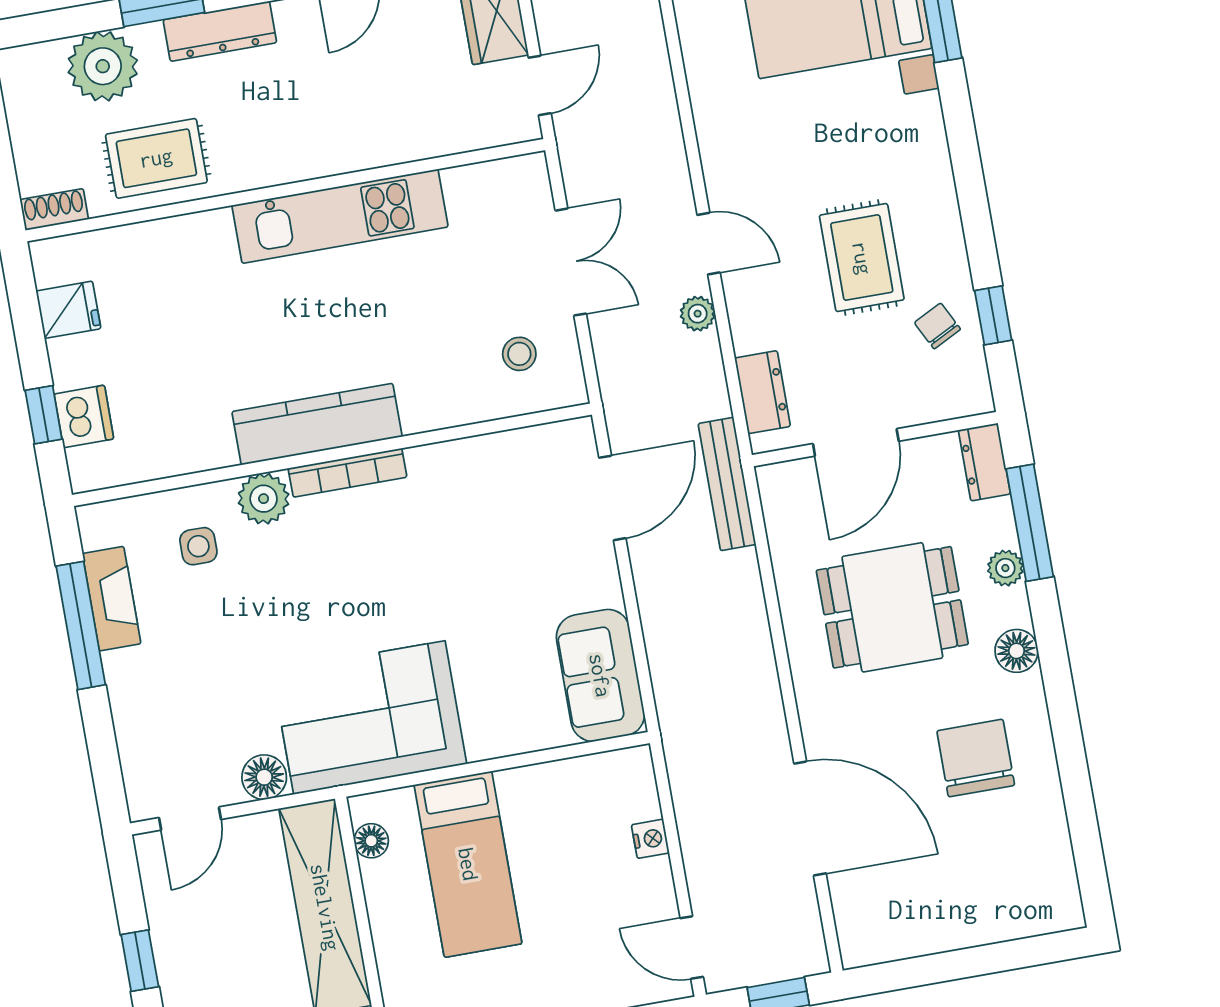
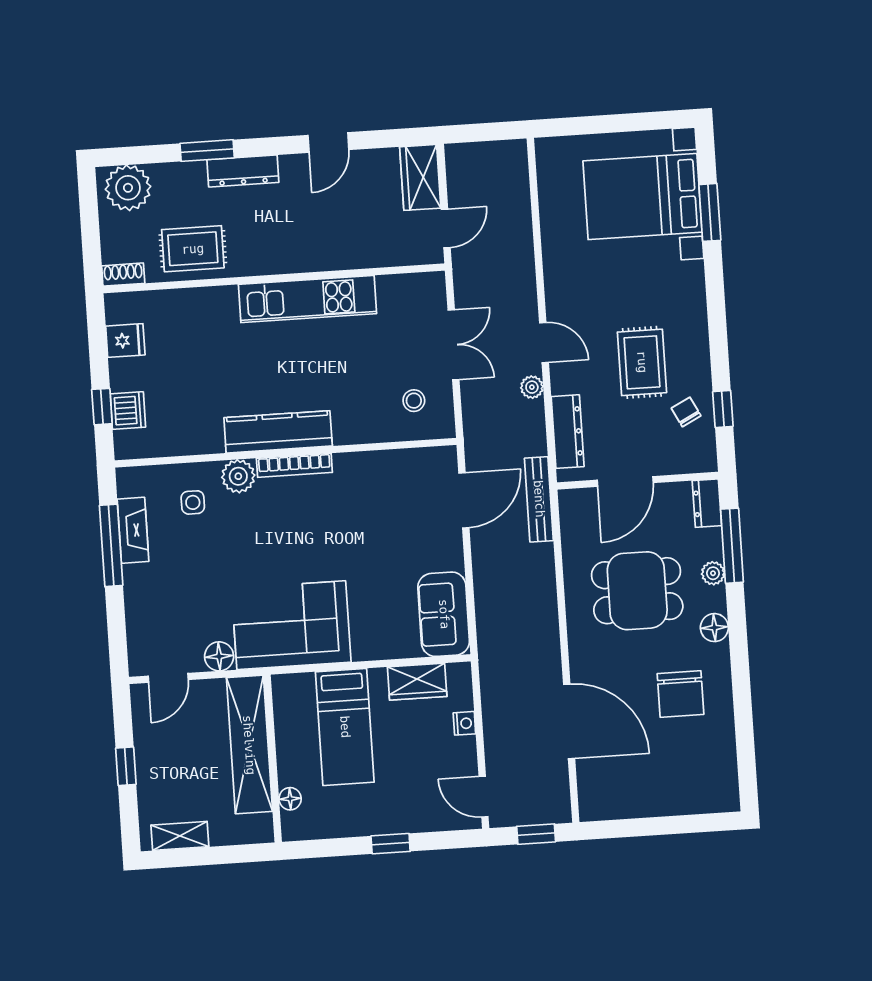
plant: (103, 66) -> (128, 188), moved
dresser: (763, 392) -> (568, 432), width x1.44
chair: (976, 758) -> (680, 694), turned 180
wardrobe: (571, 783) -> (417, 682), added
floor lamp: (371, 841) -> (290, 799), moved

